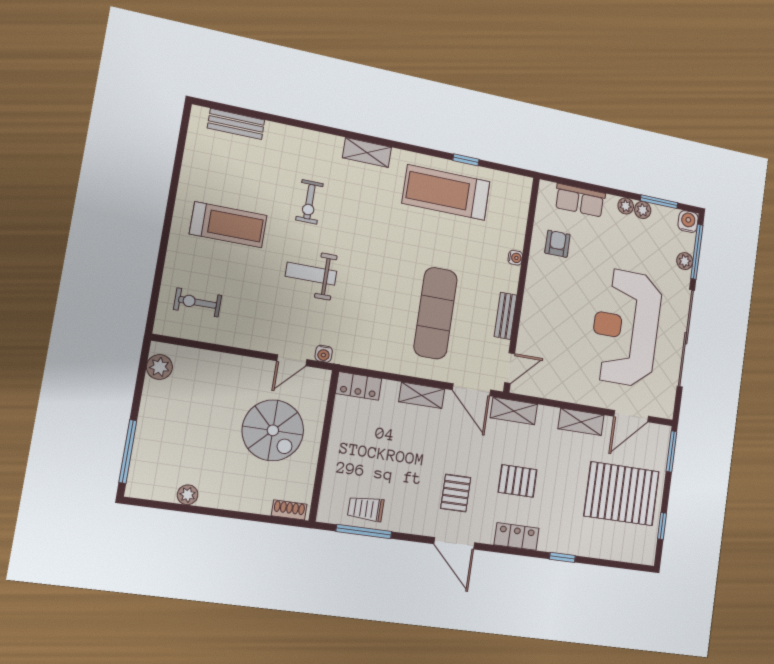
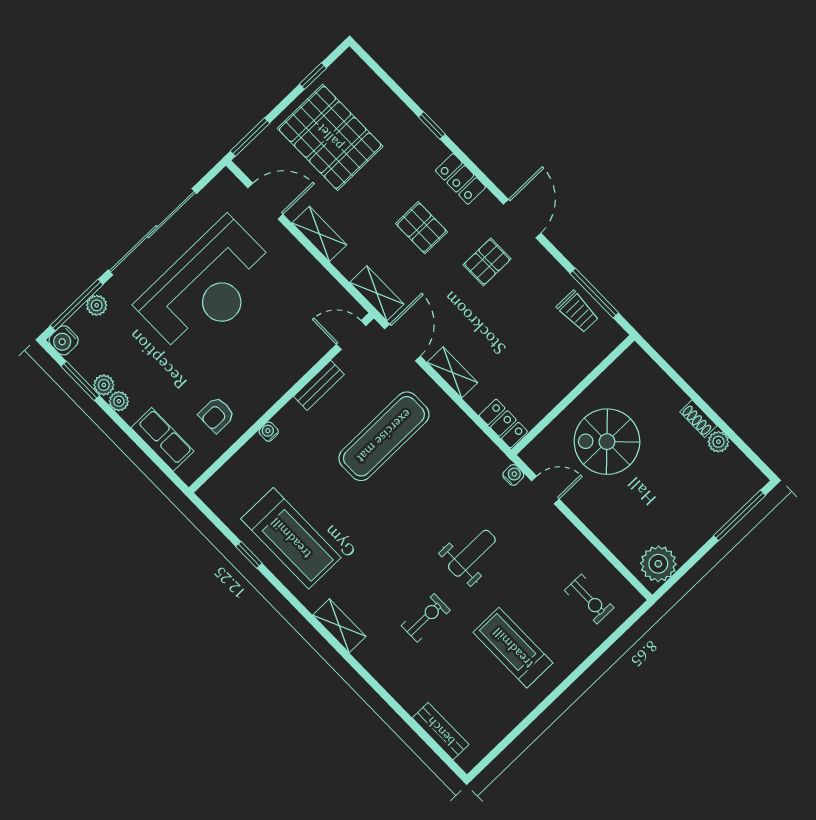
weight bench: (311, 274) -> (472, 553), turned -90
plant: (159, 367) -> (658, 564), width x1.36, depth x1.36
spiral stairs: (273, 430) -> (607, 442), turned -90
shoe rack: (289, 510) -> (698, 419), moved

